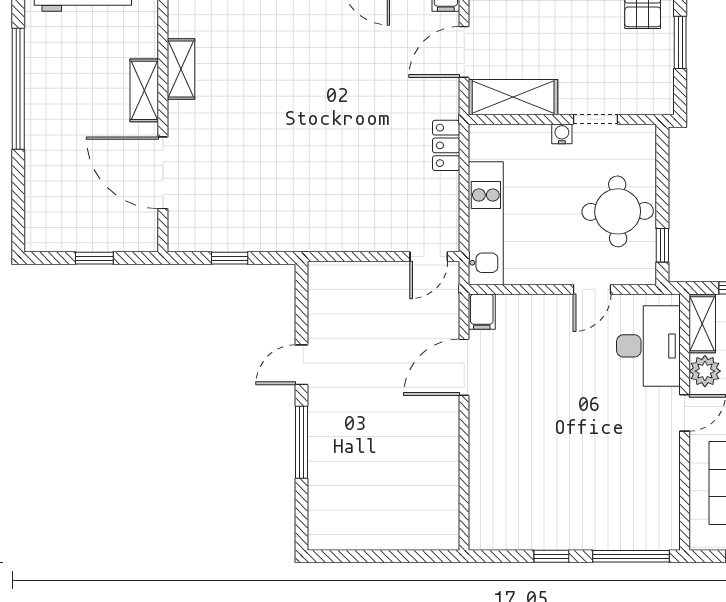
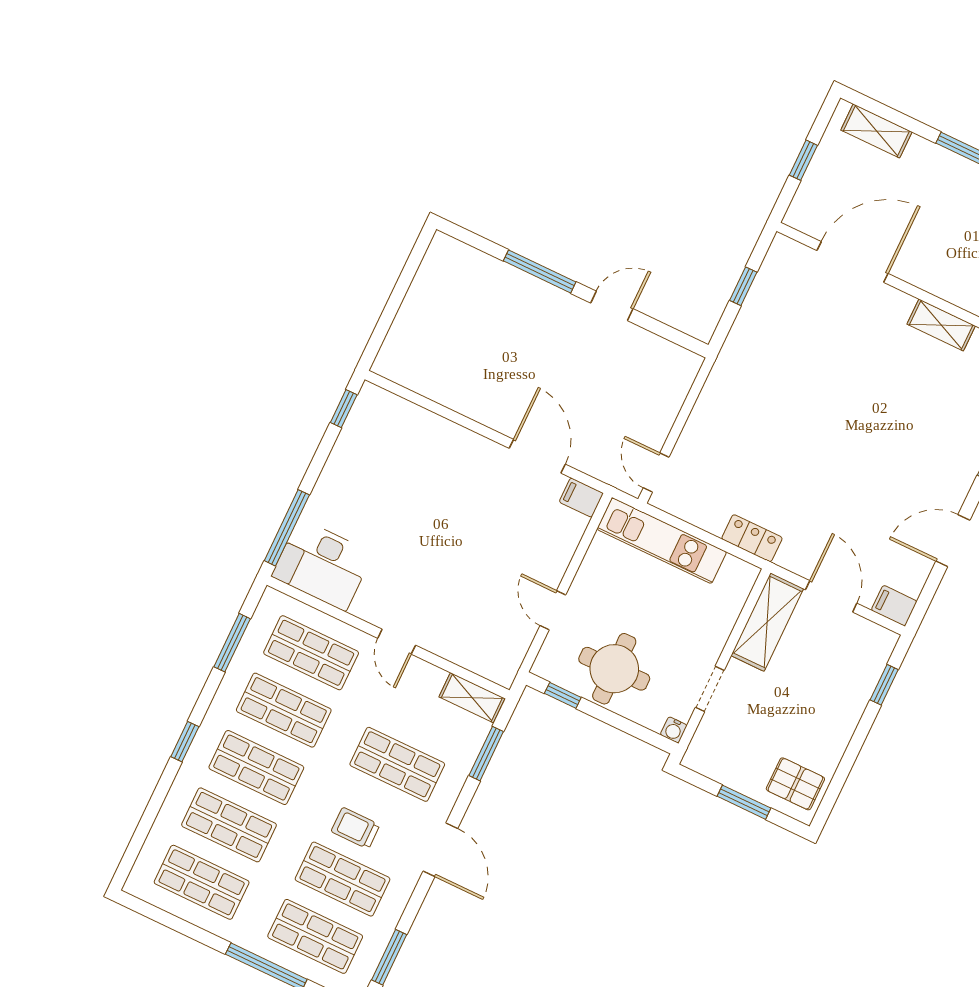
shelving: (144, 90) -> (876, 131), moved
water cooler: (562, 134) -> (674, 730), moved, turned 90
desk: (648, 346) -> (322, 565), moved
door: (302, 365) -> (612, 306), hinge flipped
plant: (705, 371) -> (427, 679), removed
window: (551, 556) -> (344, 409), moved

